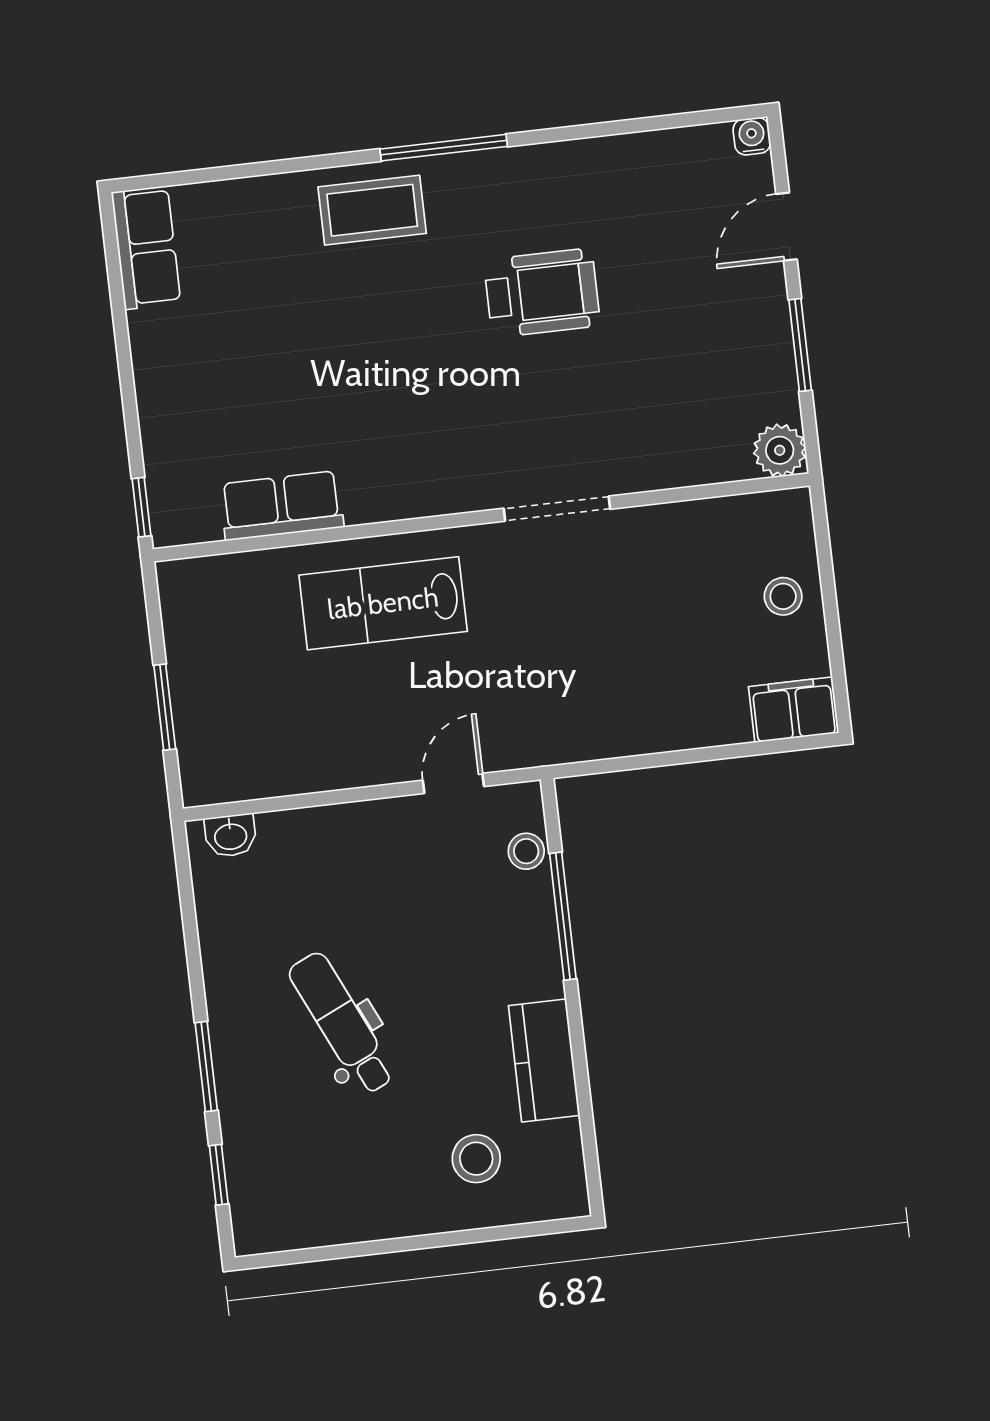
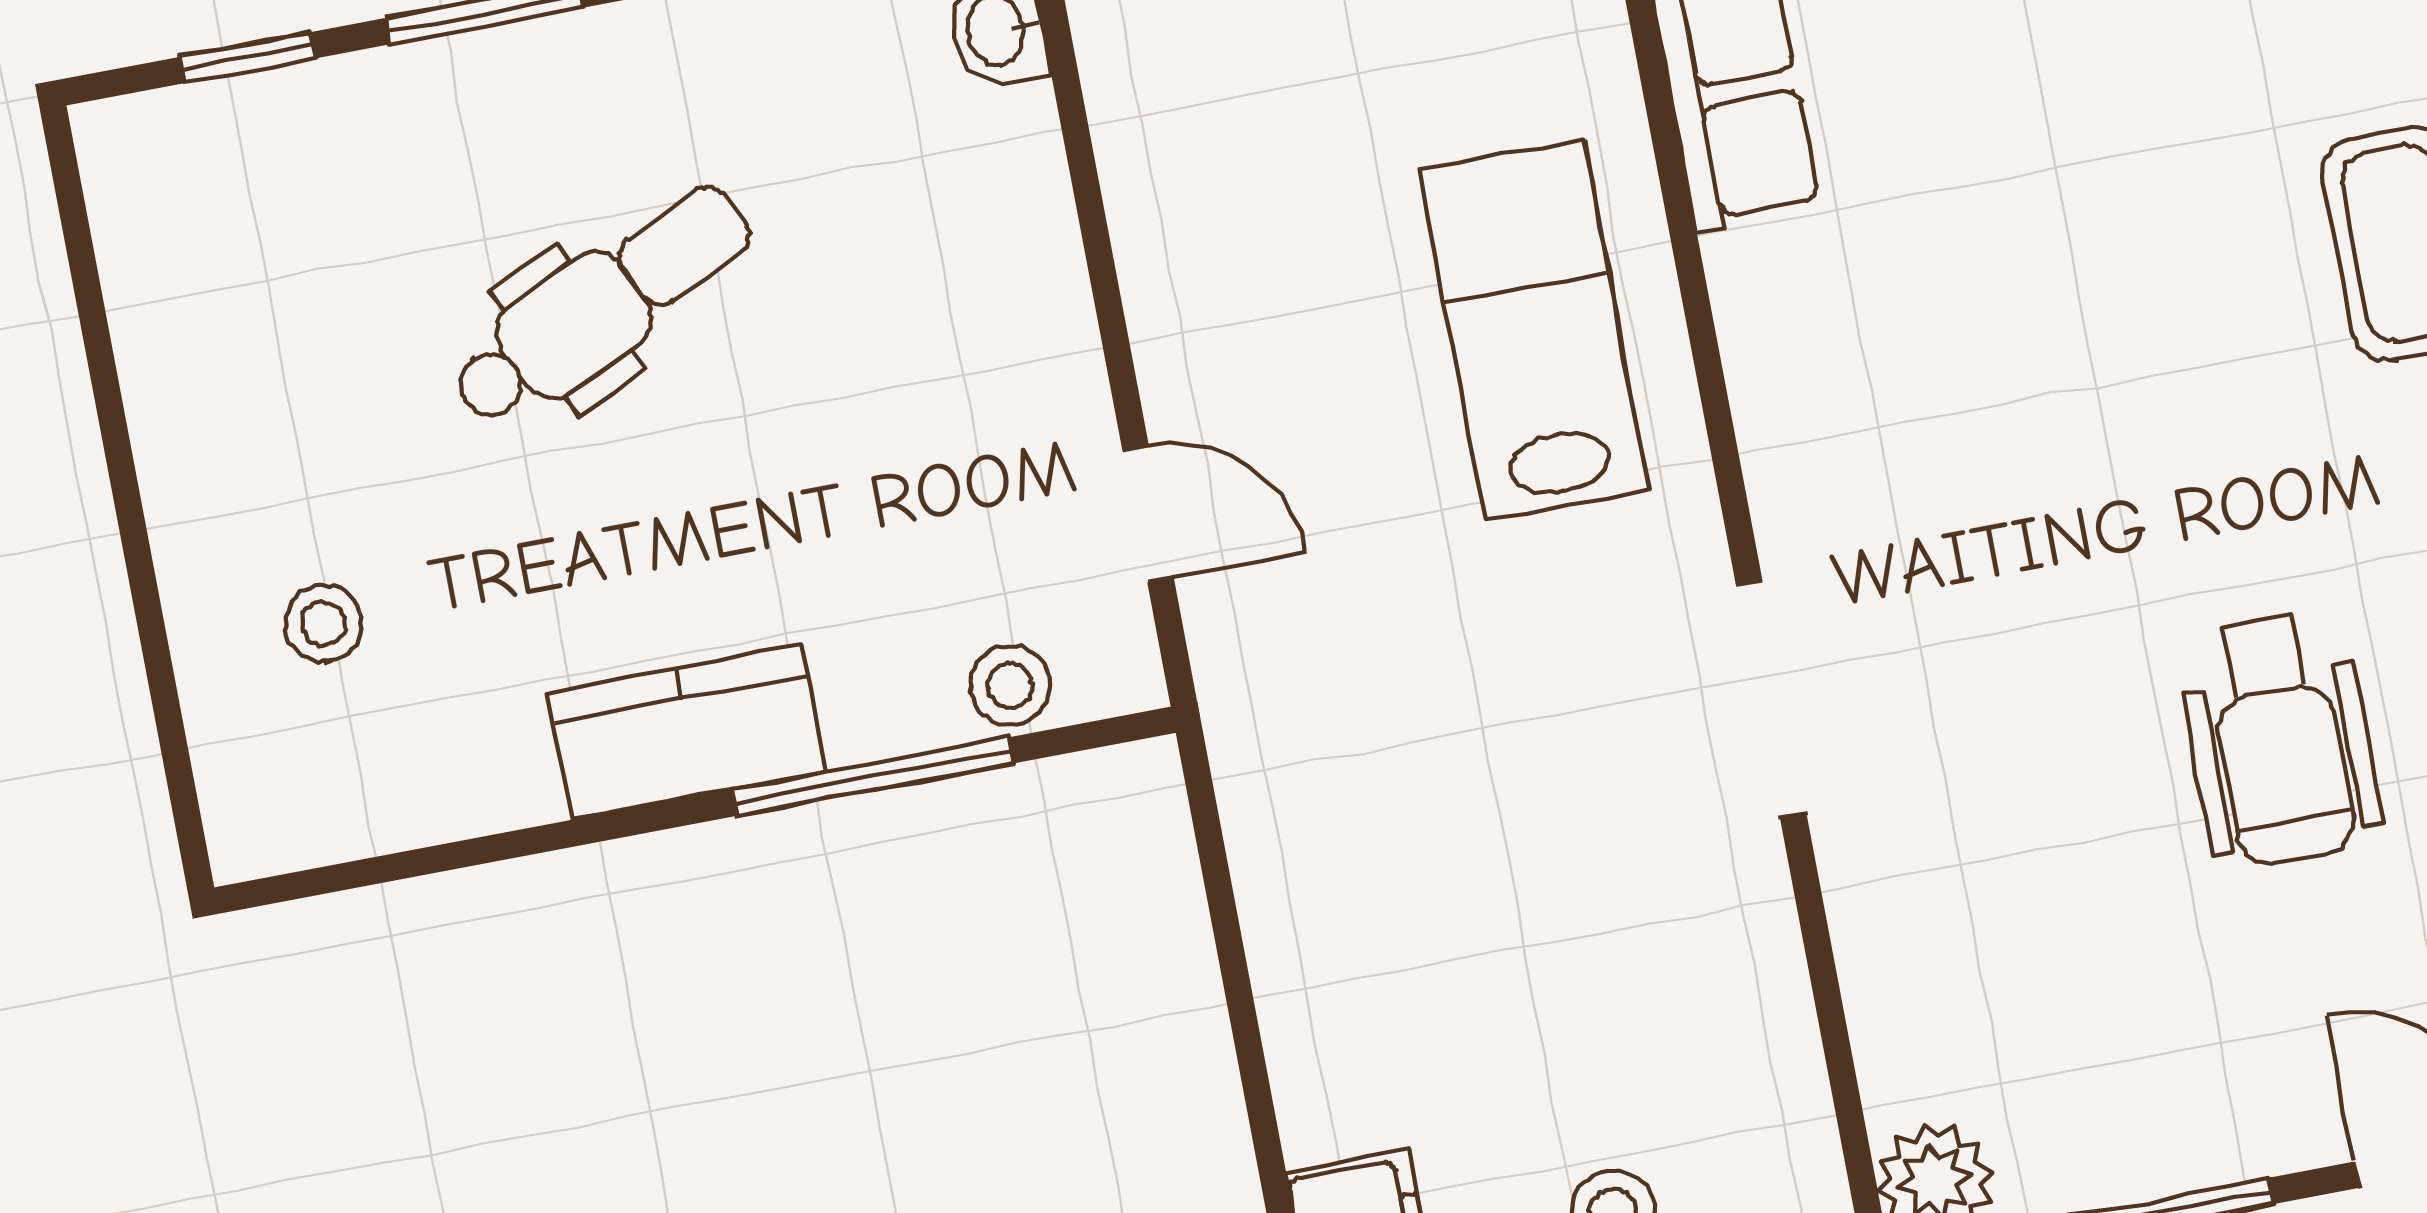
wheelchair: (542, 293) -> (2280, 740), moved
kitchen counter: (544, 1061) -> (687, 732), moved
stool: (476, 1159) -> (323, 624), width x0.73, depth x0.73

